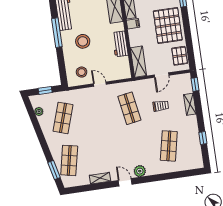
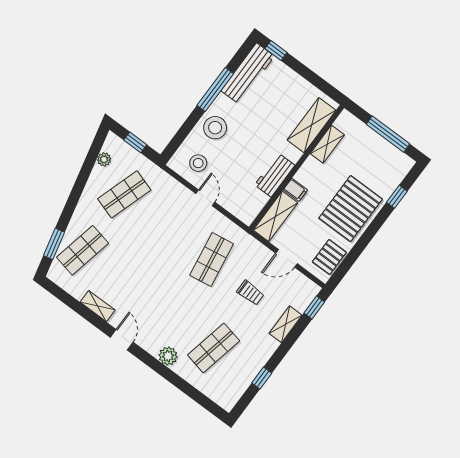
filing cabinet: (133, 24) -> (295, 190), moved
stool: (83, 41) -> (215, 128), moved
plant: (140, 171) -> (168, 356), moved

